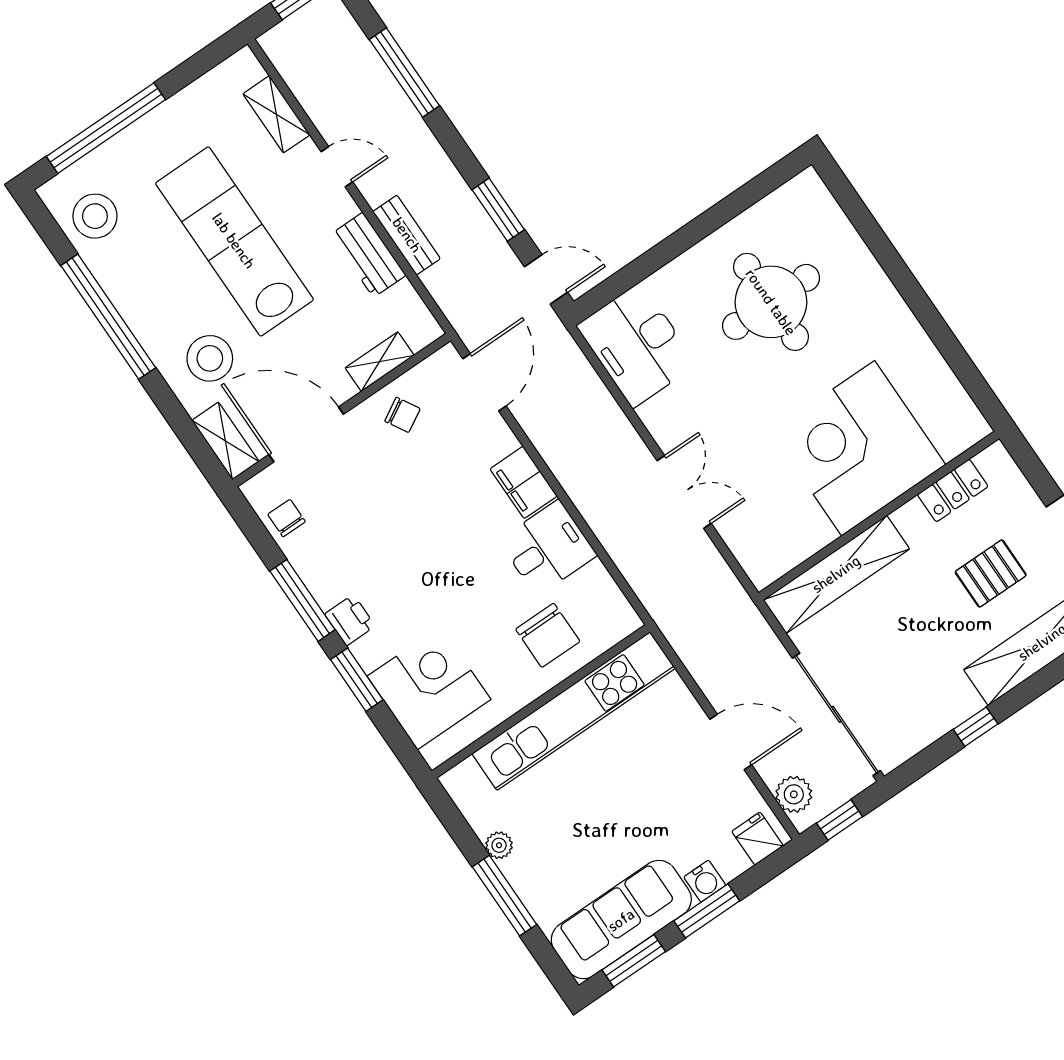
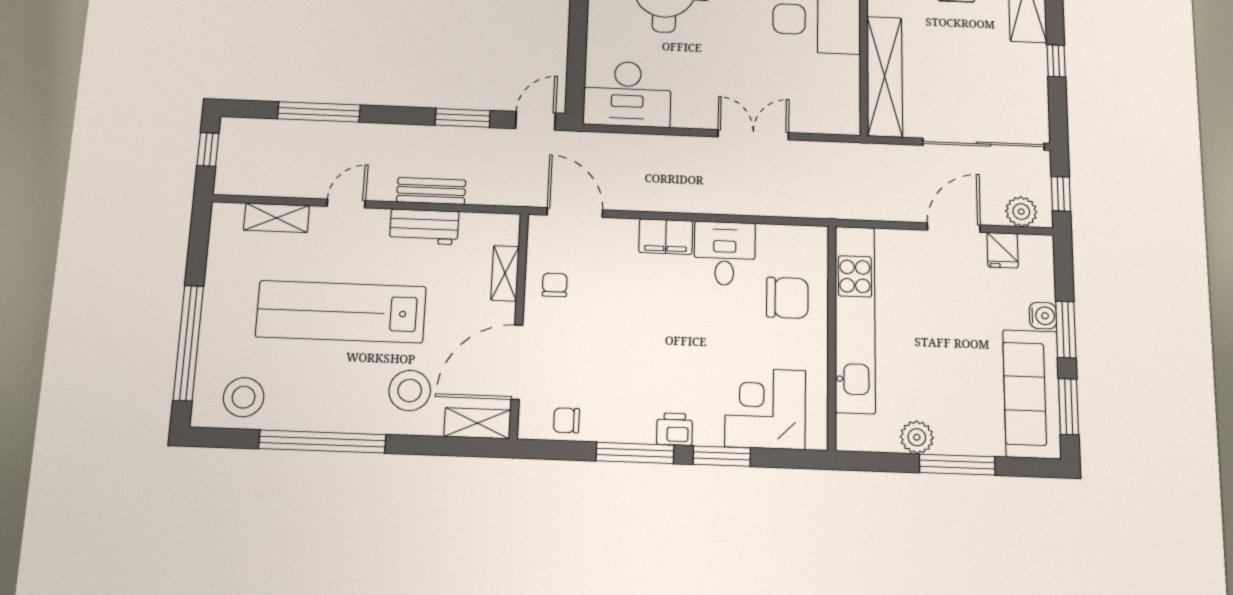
chair: (402, 415) -> (555, 285), turned -60
fridge: (757, 839) -> (1003, 250), moved, turned -90
plant: (499, 845) -> (917, 437), width x1.38, depth x1.38

